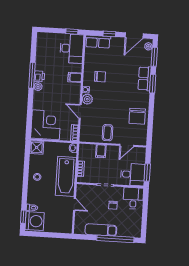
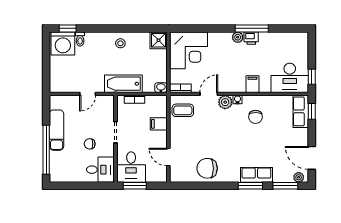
window: (109, 34) -> (312, 111), moved
coffee table: (107, 133) -> (183, 110), moved
bathtub: (66, 176) -> (123, 84), width x0.73, depth x0.73

